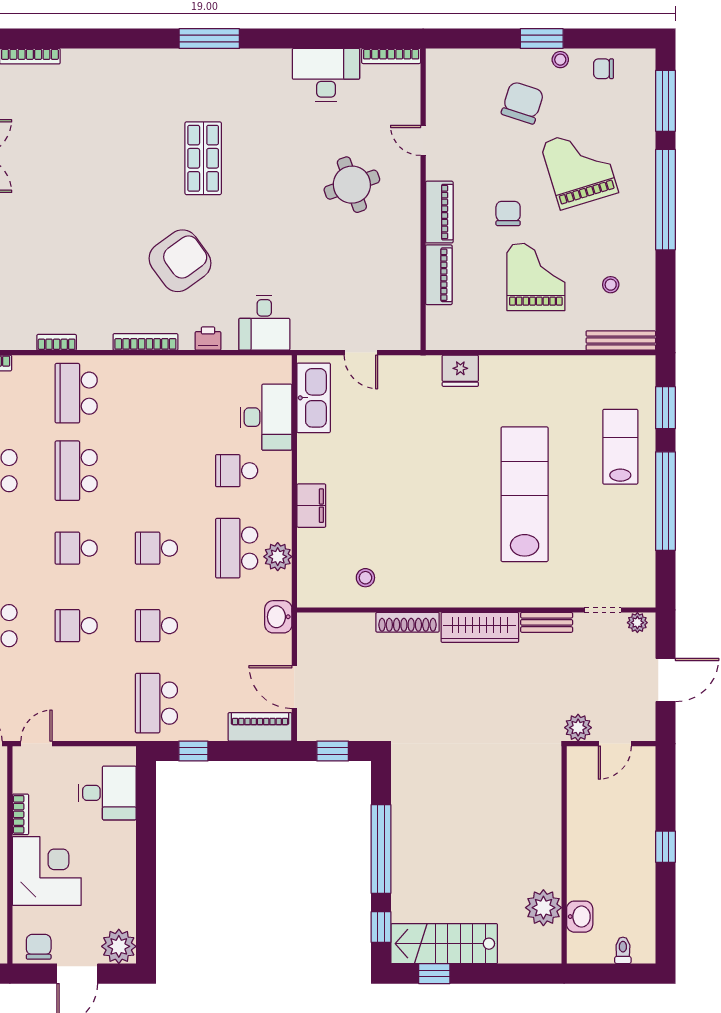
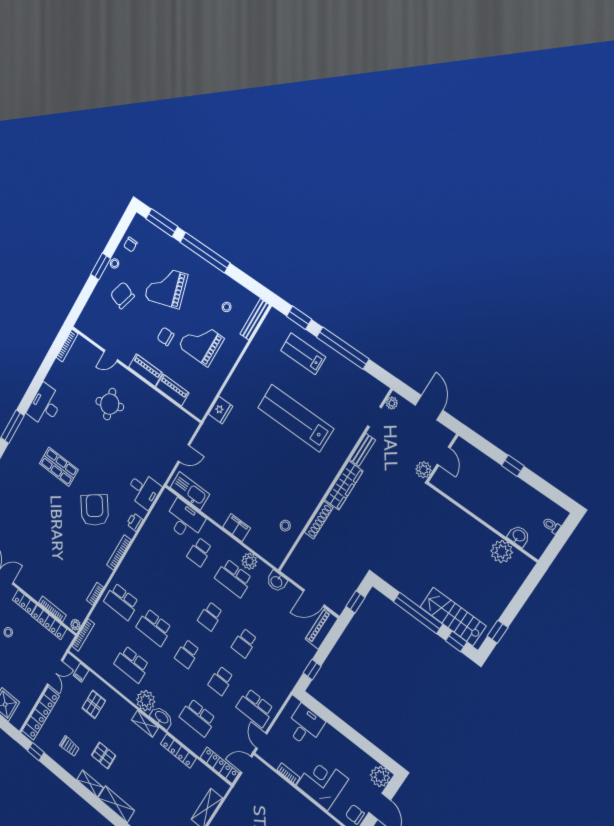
desk: (326, 75) -> (45, 405), moved
school desk: (156, 703) -> (255, 708), moved
stairs: (444, 944) -> (453, 616), moved, turned 90

